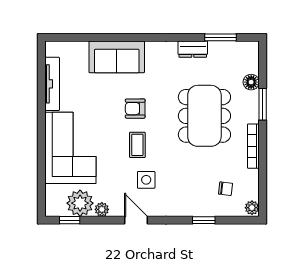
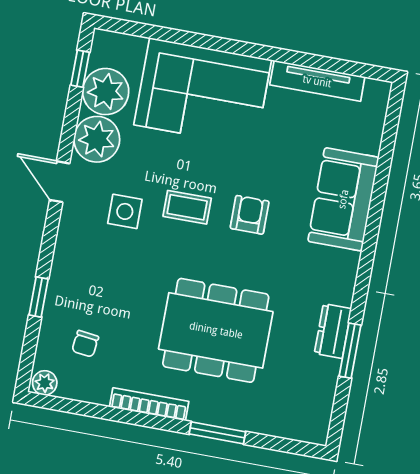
window: (220, 37) -> (350, 351), moved
floor lamp: (251, 82) -> (259, 420), removed
plant: (102, 209) -> (97, 139), width x1.88, depth x1.88
door: (136, 220) -> (60, 182), swing flipped

